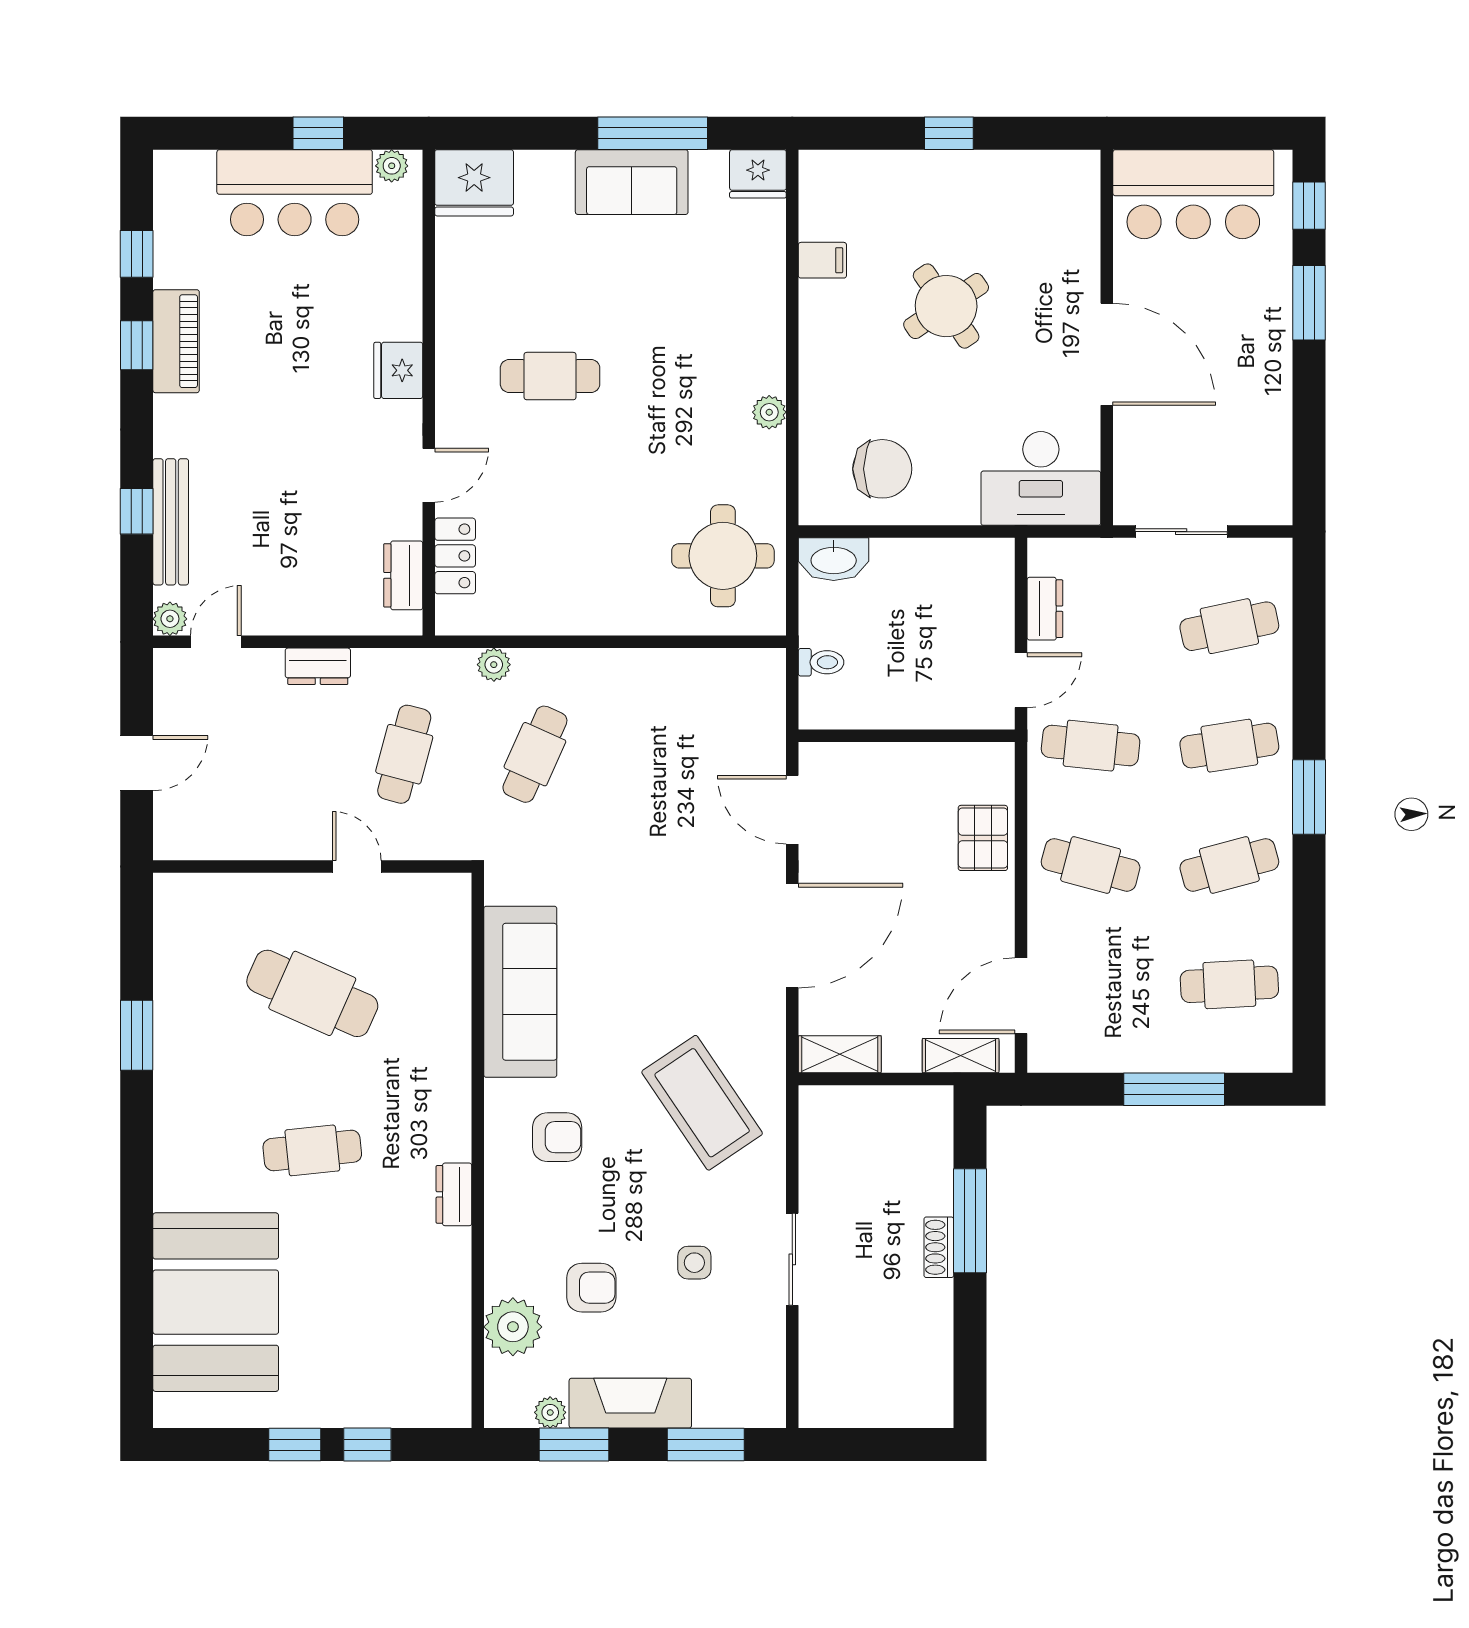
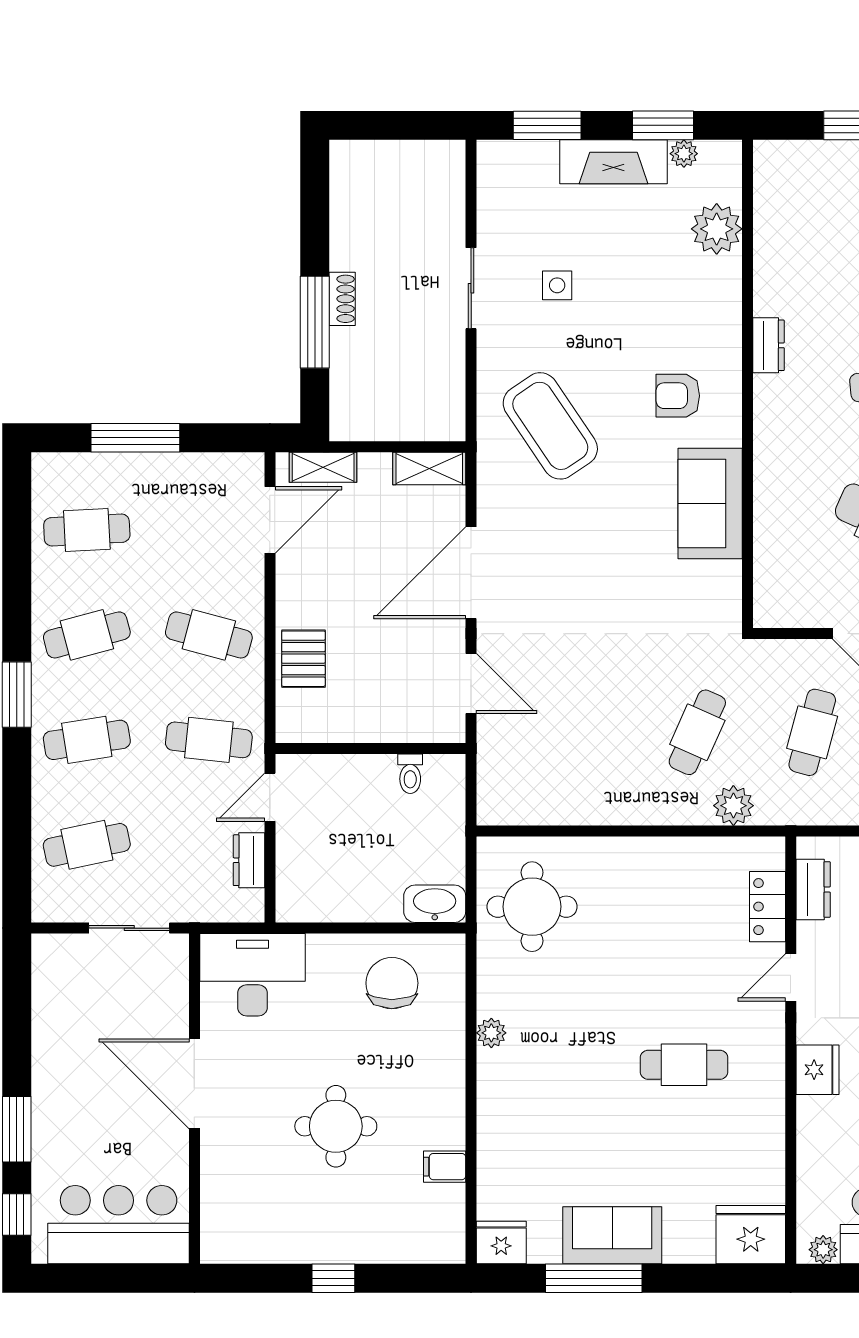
round table: (946, 306) -> (336, 1126), turned 34
chair: (882, 469) -> (392, 983), turned 90
toilet: (821, 662) -> (410, 774), moved, turned -90
plant: (494, 665) -> (733, 806), width x1.38, depth x1.38
sofa: (520, 992) -> (710, 504), width x0.73
armchair: (591, 1288) -> (648, 263), removed

